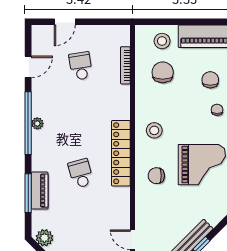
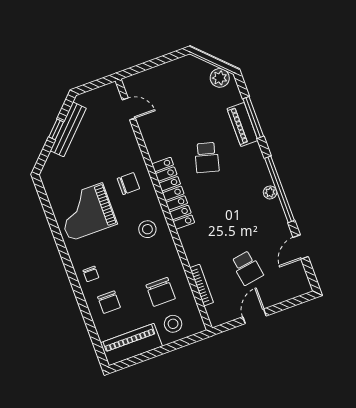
door: (65, 22) -> (254, 316), moved
school desk: (81, 173) -> (207, 158), turned 30

